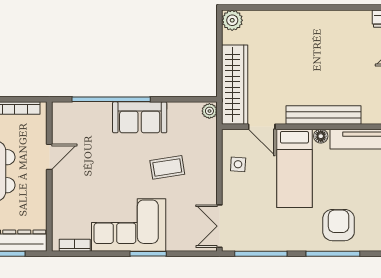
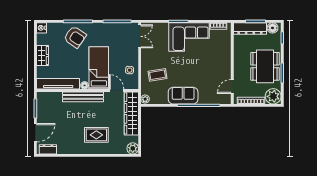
rug: (299, 45) -> (96, 135), added
door: (49, 157) -> (232, 87), moved
coffee table: (167, 167) -> (157, 75), moved
armchair: (339, 225) -> (75, 37), turned -56

